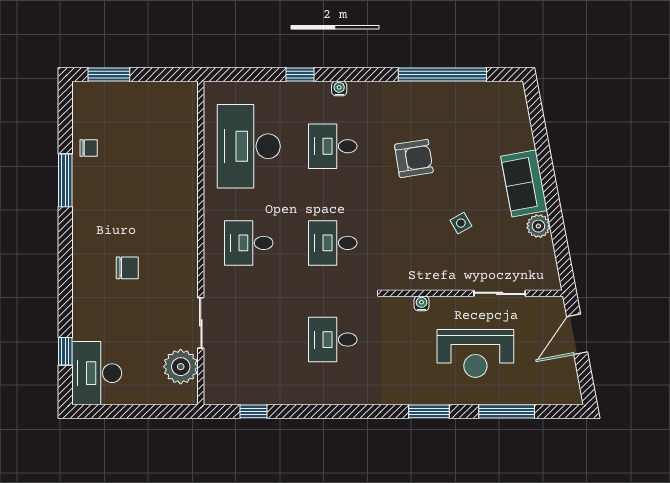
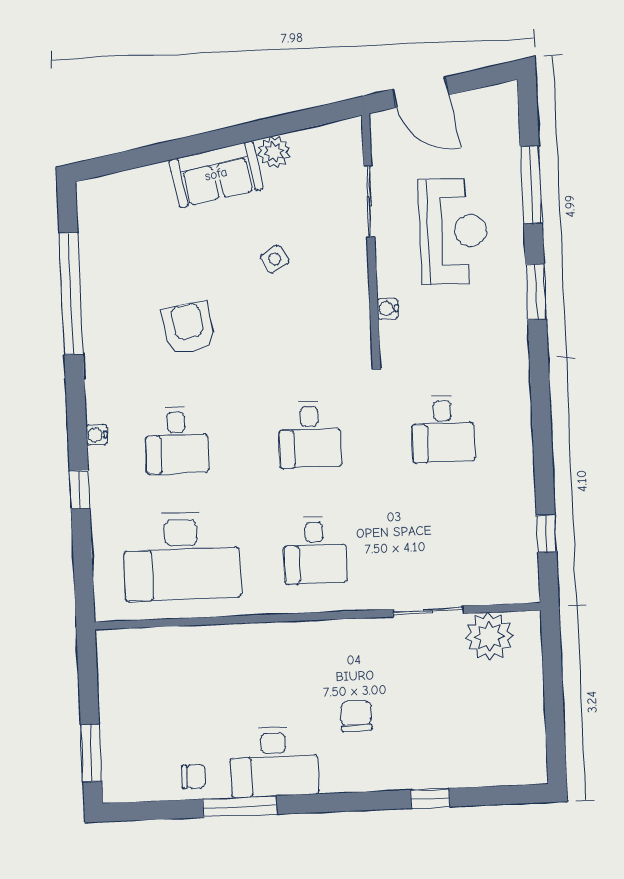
chair: (89, 148) -> (194, 776), turned 90
window: (65, 351) -> (430, 798), moved
desk: (97, 373) -> (274, 762), moved

